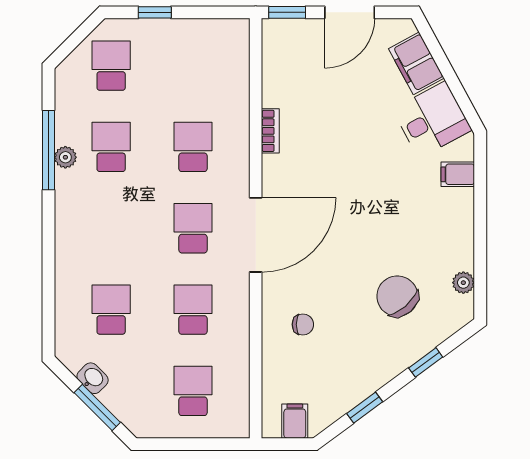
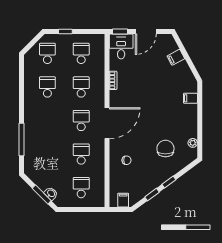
filing cabinet: (416, 63) -> (176, 57), width x0.50
desk: (432, 120) -> (121, 46), moved, turned -62
window: (48, 150) -> (22, 139), moved
plant: (65, 157) -> (29, 91), removed
chair: (397, 296) -> (165, 149), turned 41
school desk: (111, 310) -> (81, 53), moved
window: (426, 362) -> (169, 182), moved
washbasin: (93, 378) -> (51, 194), moved

